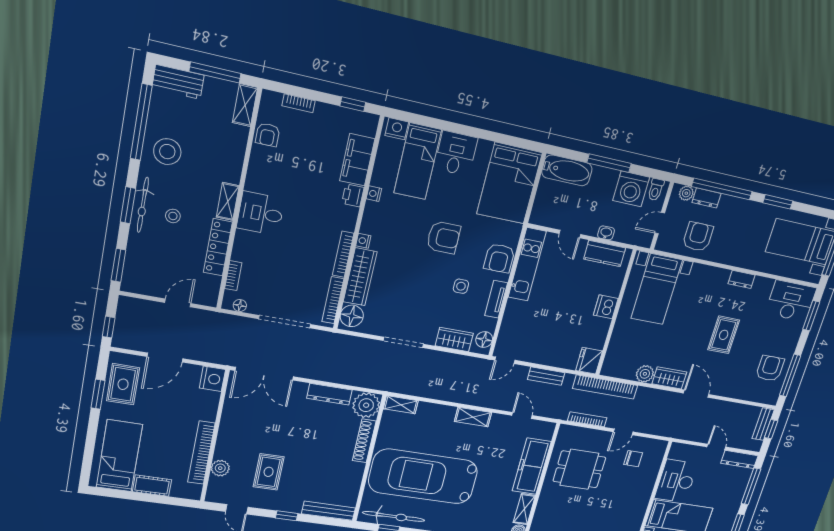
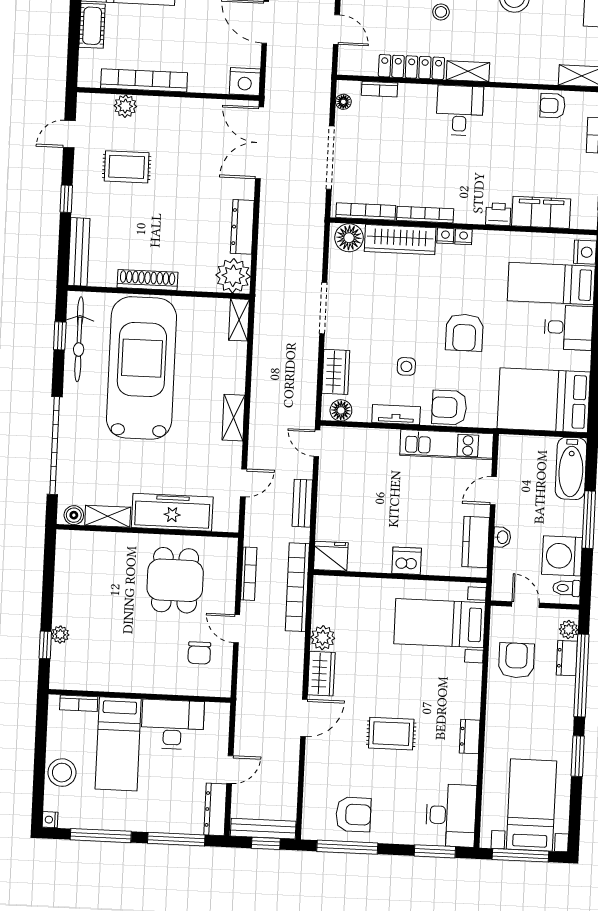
nightstand: (374, 194) -> (464, 237), moved
armchair: (698, 237) -> (516, 660), turned -90
bench: (763, 424) -> (263, 829), width x1.36
shoe rack: (364, 441) -> (147, 280), moved

